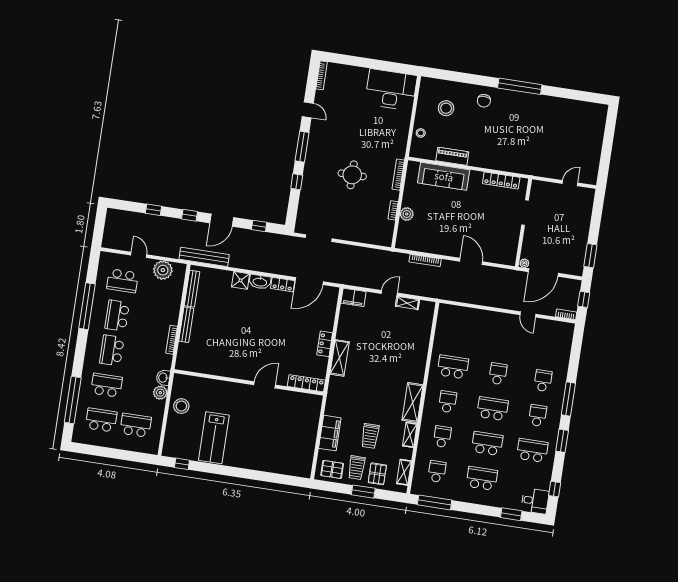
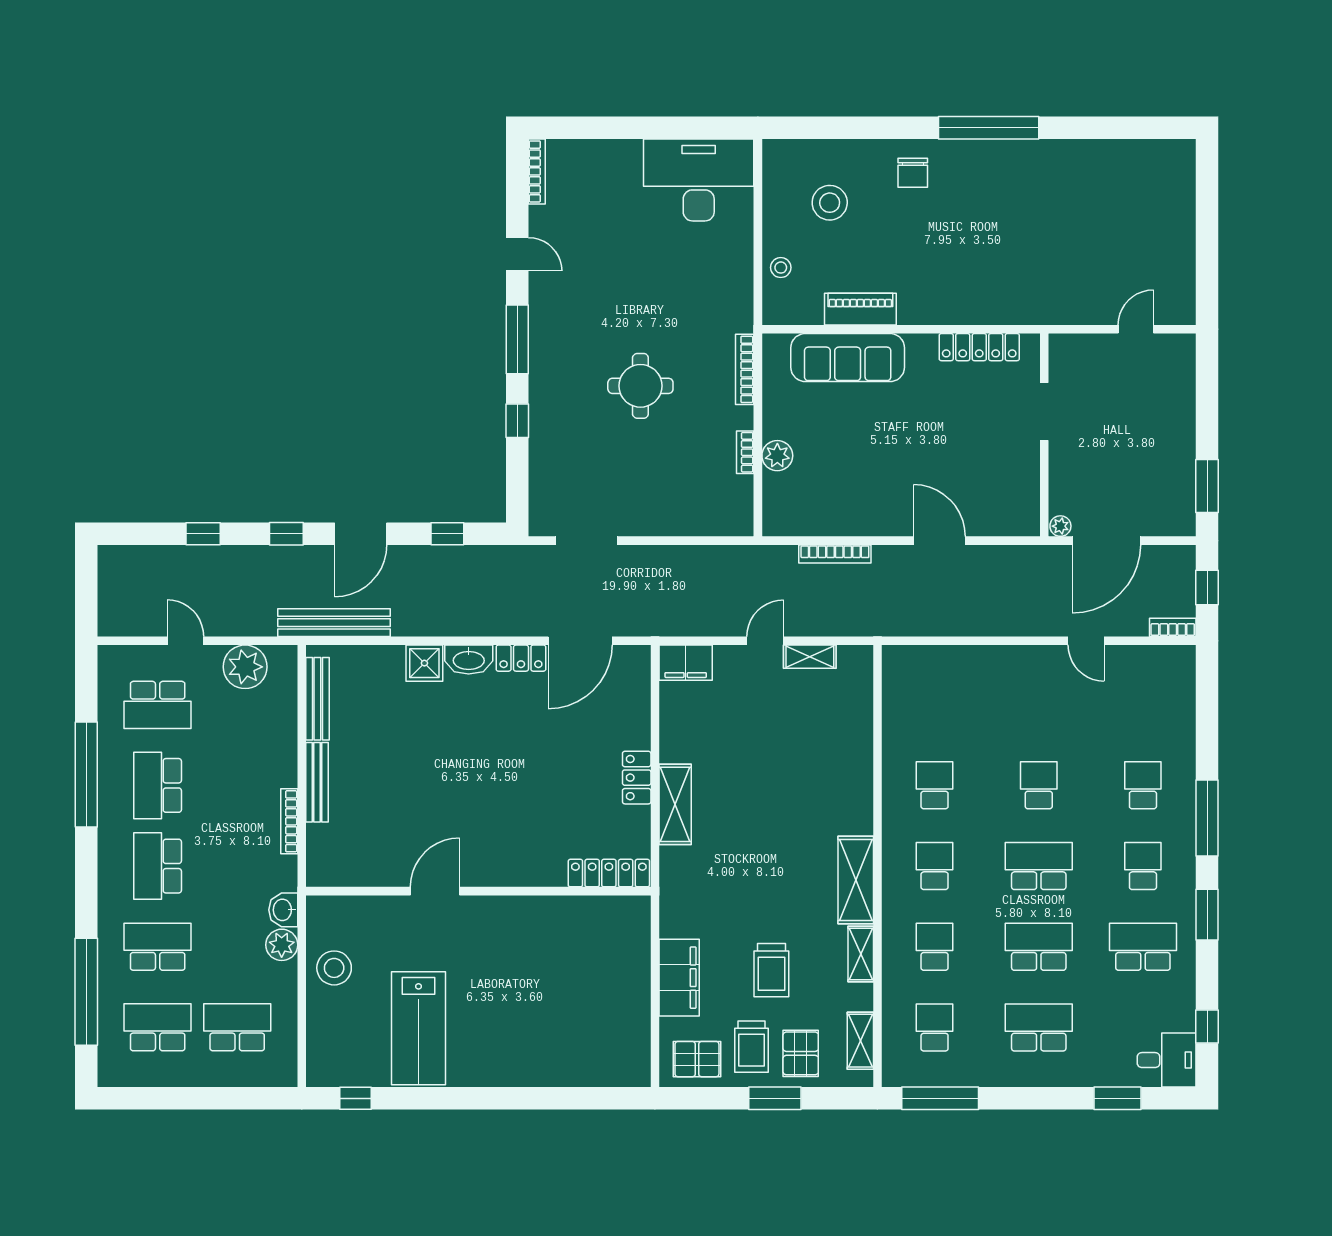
school desk: (453, 367) -> (935, 785), width x0.54
door: (265, 385) -> (435, 891), moved

